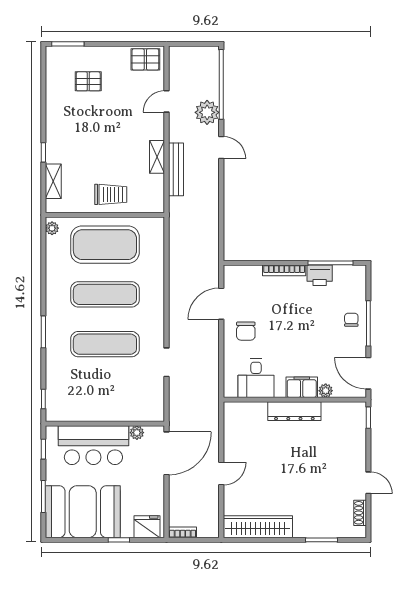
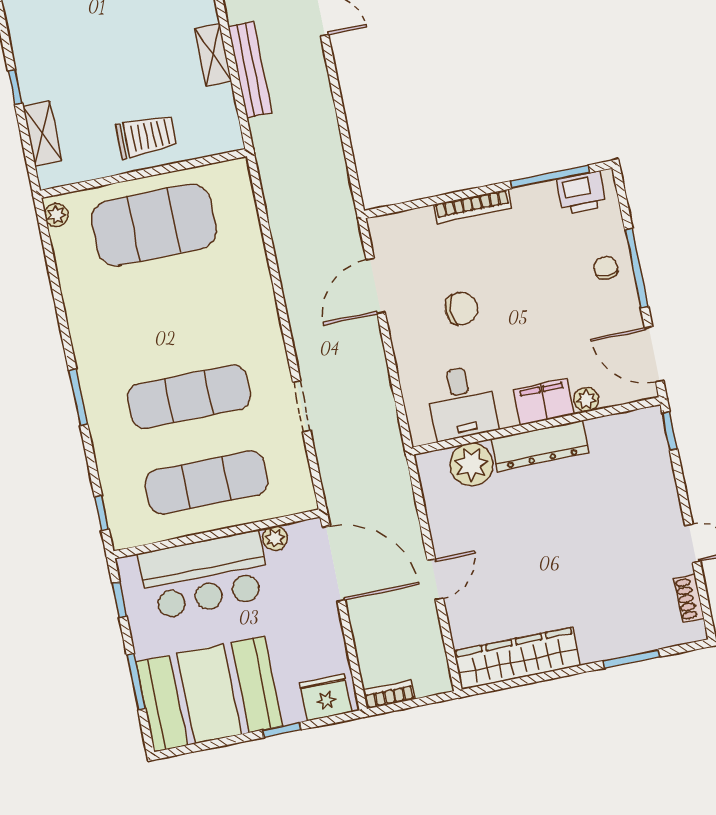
printer: (320, 275) -> (582, 193), moved
exercise mat: (105, 294) -> (206, 483), moved
chair: (246, 331) -> (461, 309), moved, turned -90
plant: (254, 414) -> (471, 464), added
door: (167, 453) -> (334, 564), hinge flipped

